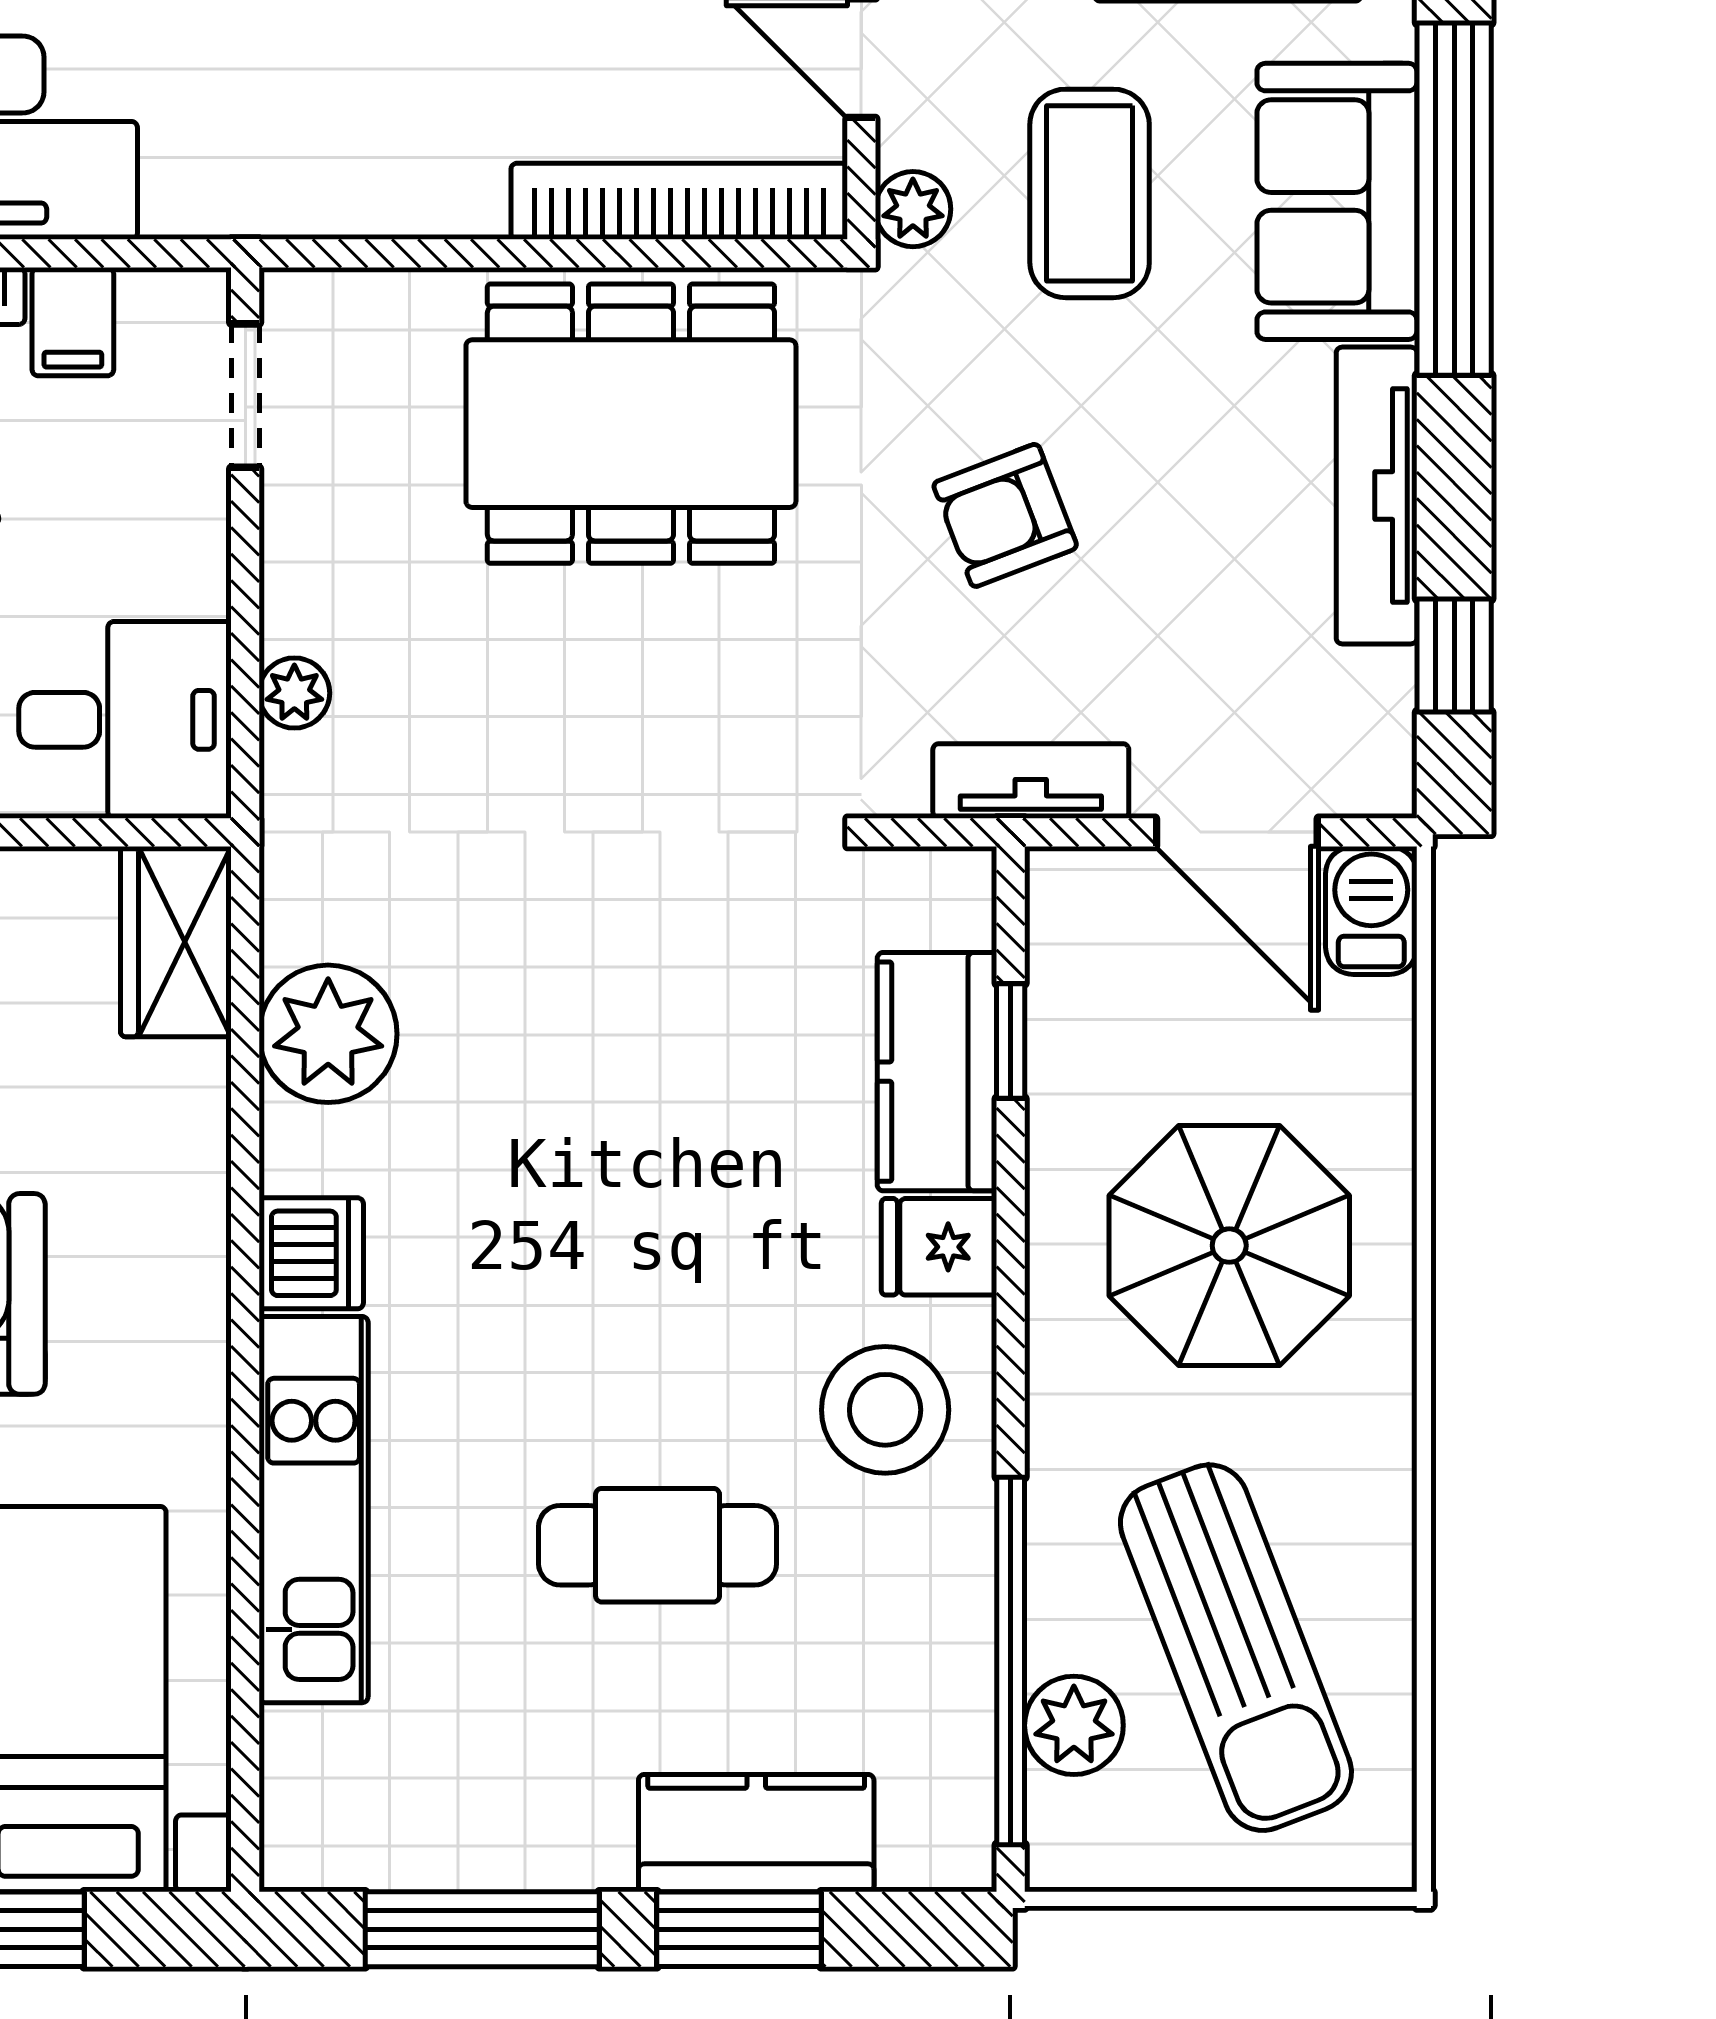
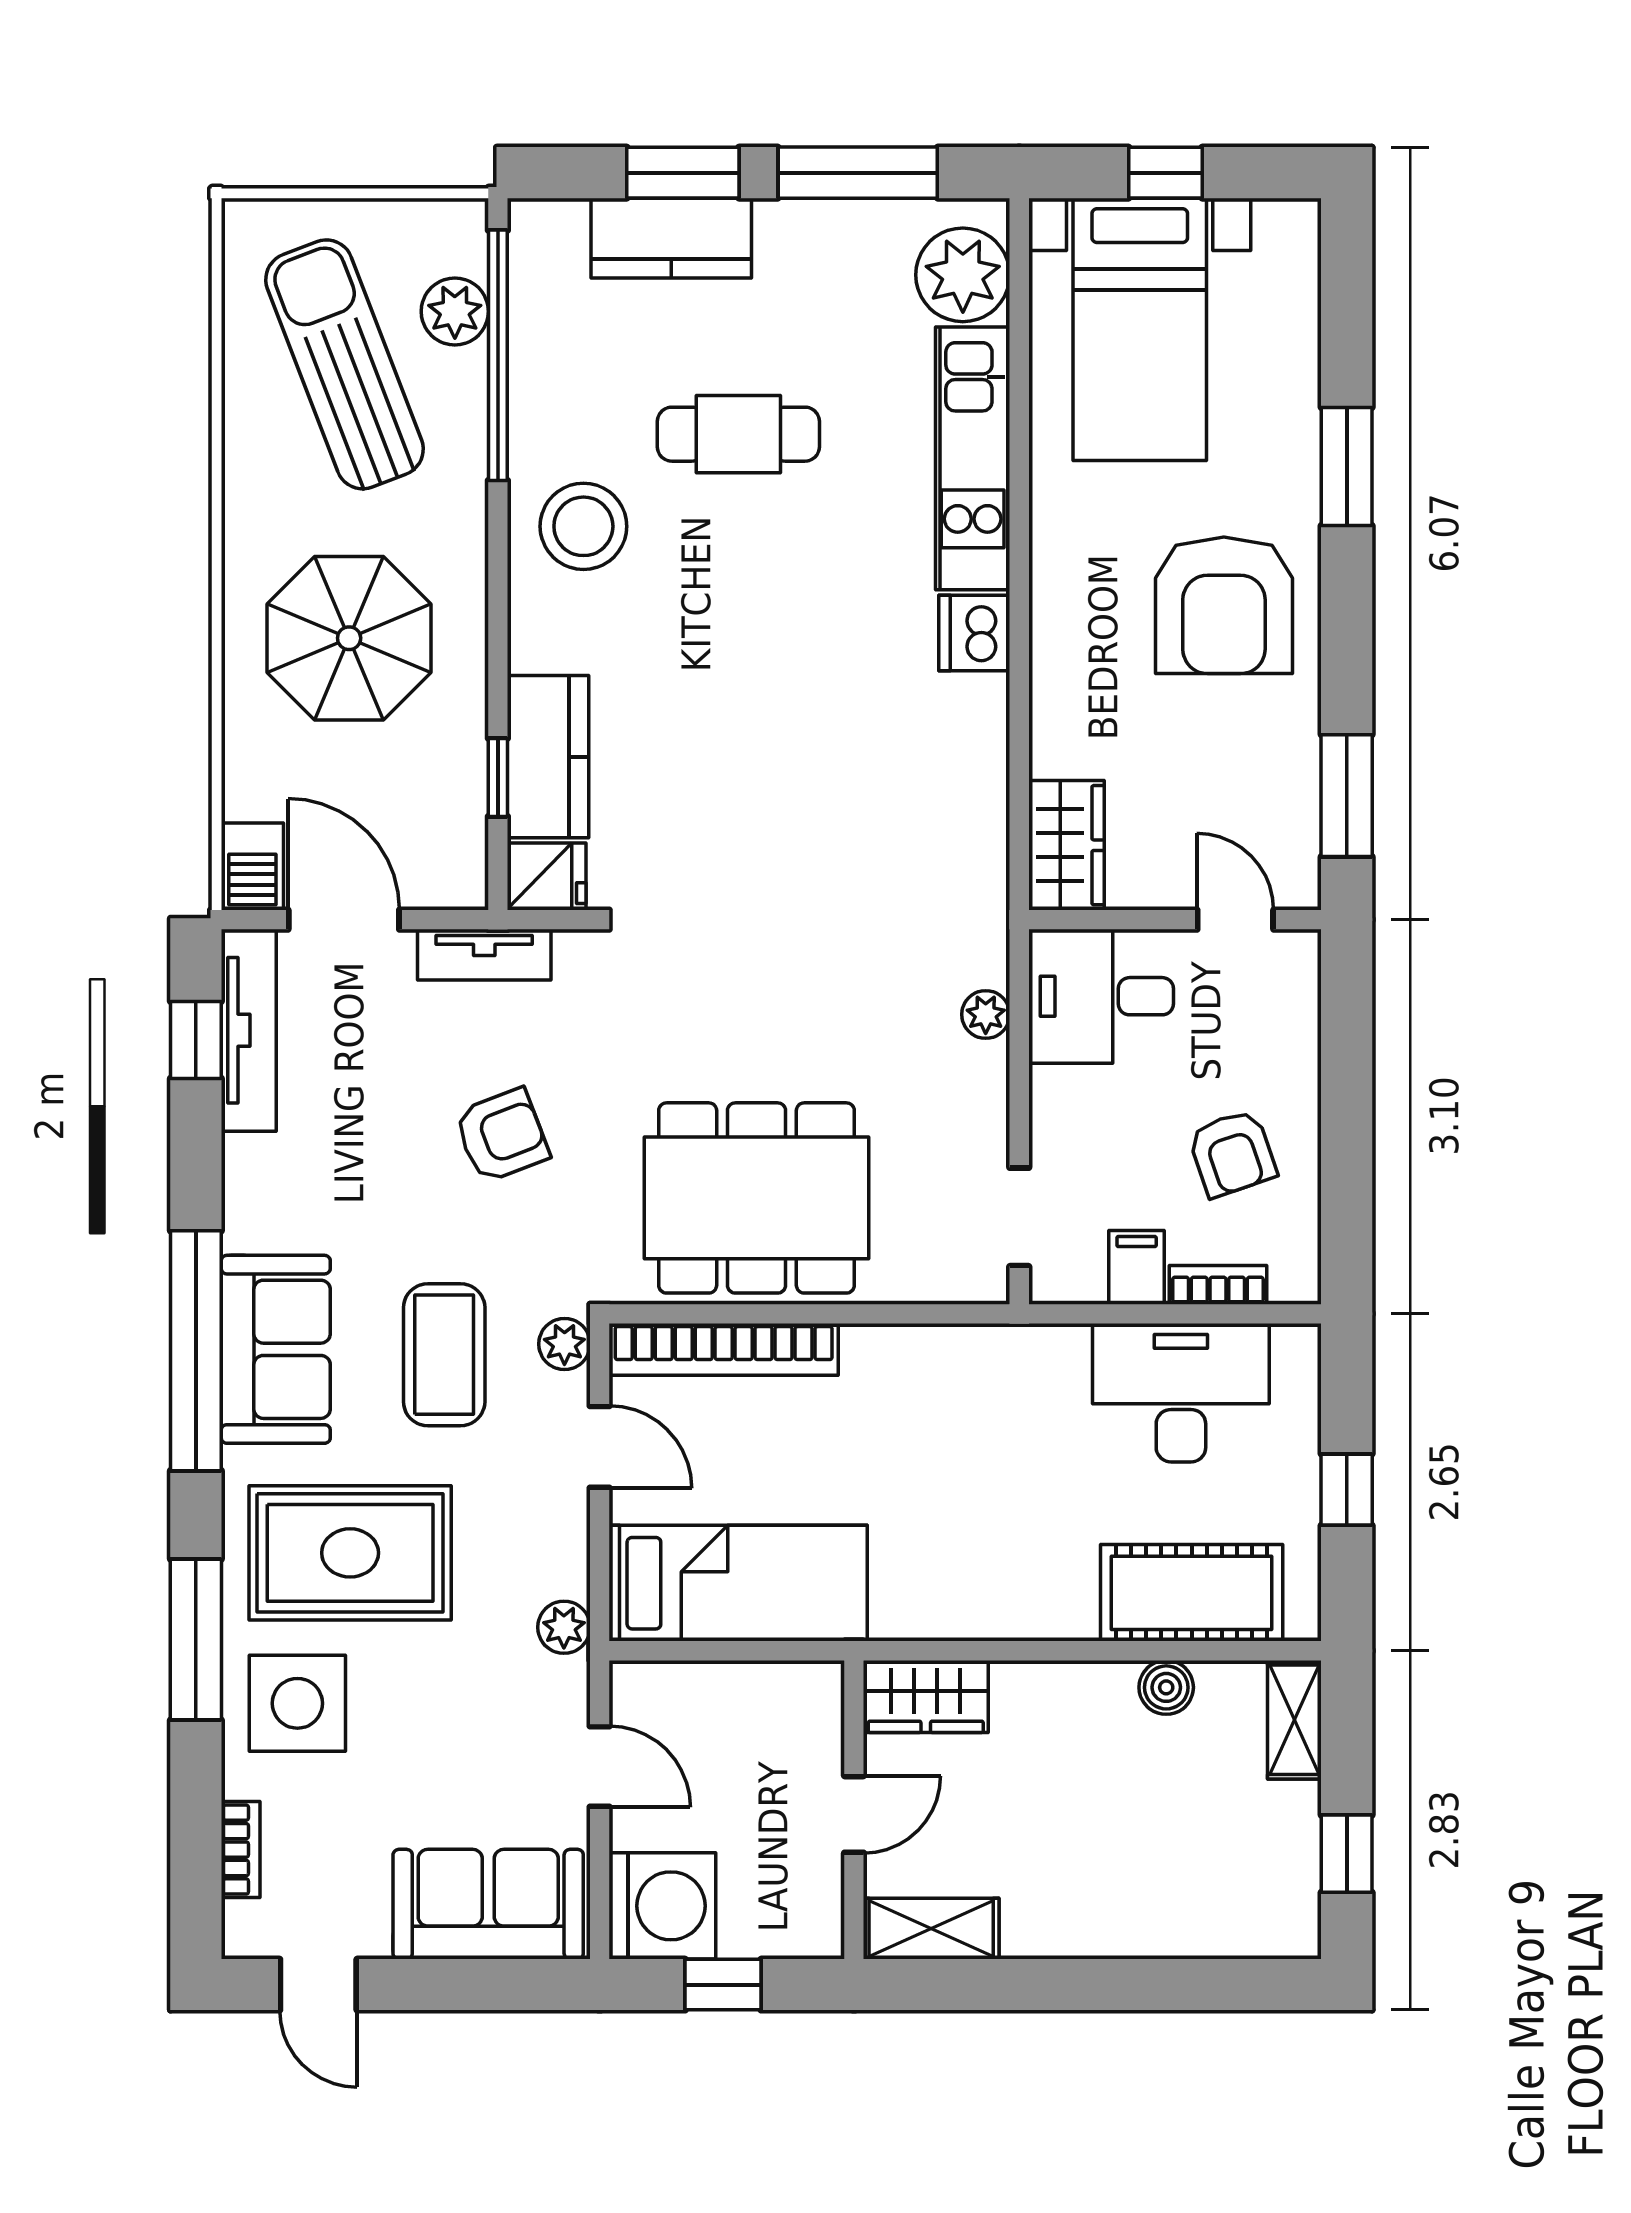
tv unit: (1377, 495) -> (249, 1030), moved
plant: (328, 1034) -> (963, 275), moved
fridge: (939, 1247) -> (547, 876), moved

